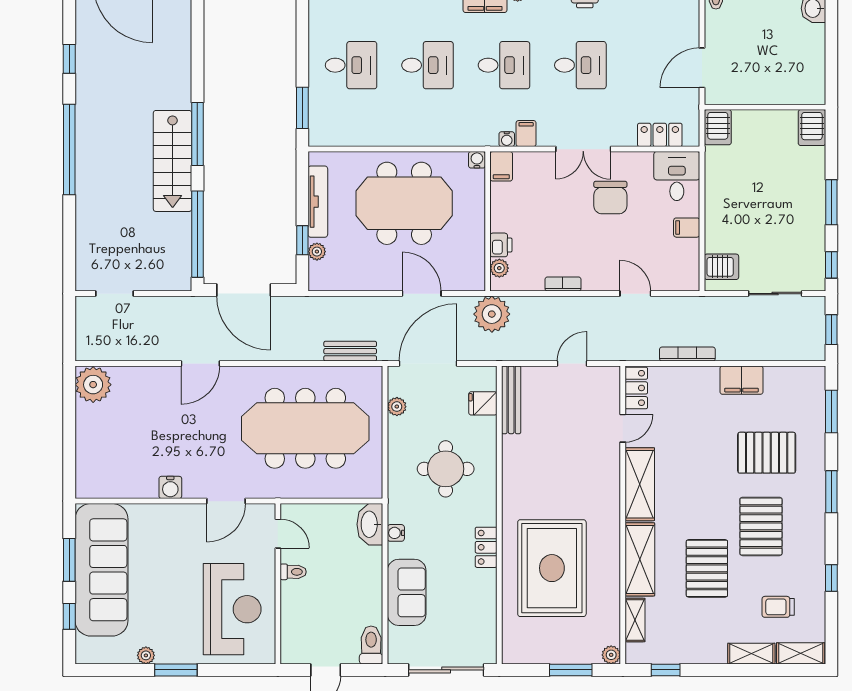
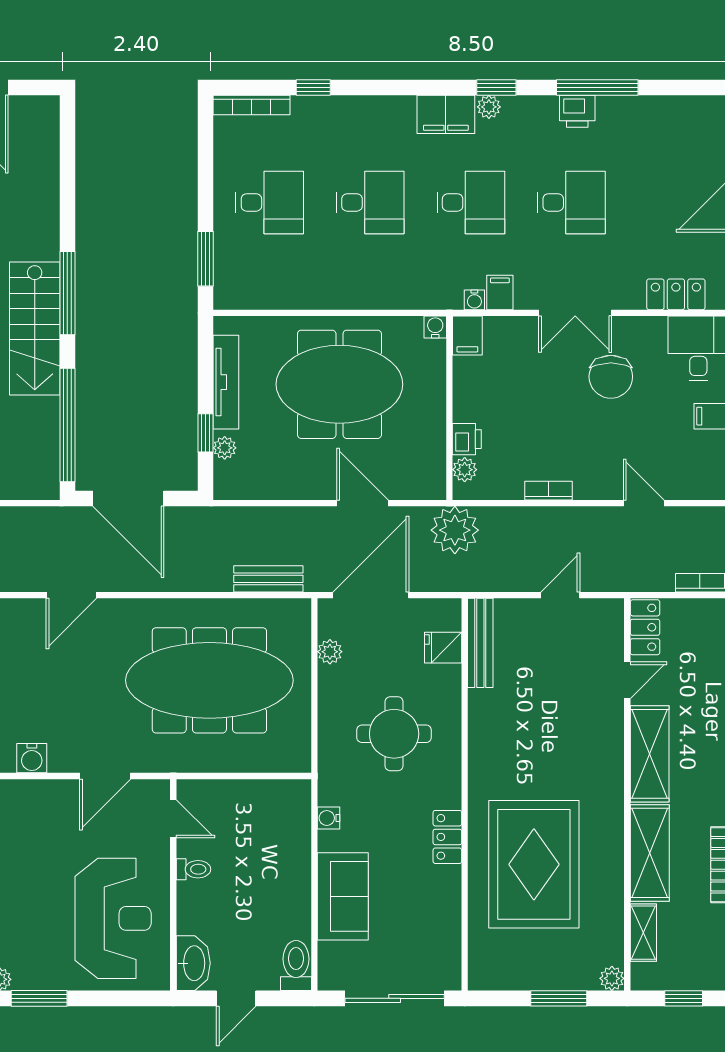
washbasin: (370, 524) -> (193, 963), moved, turned 180

